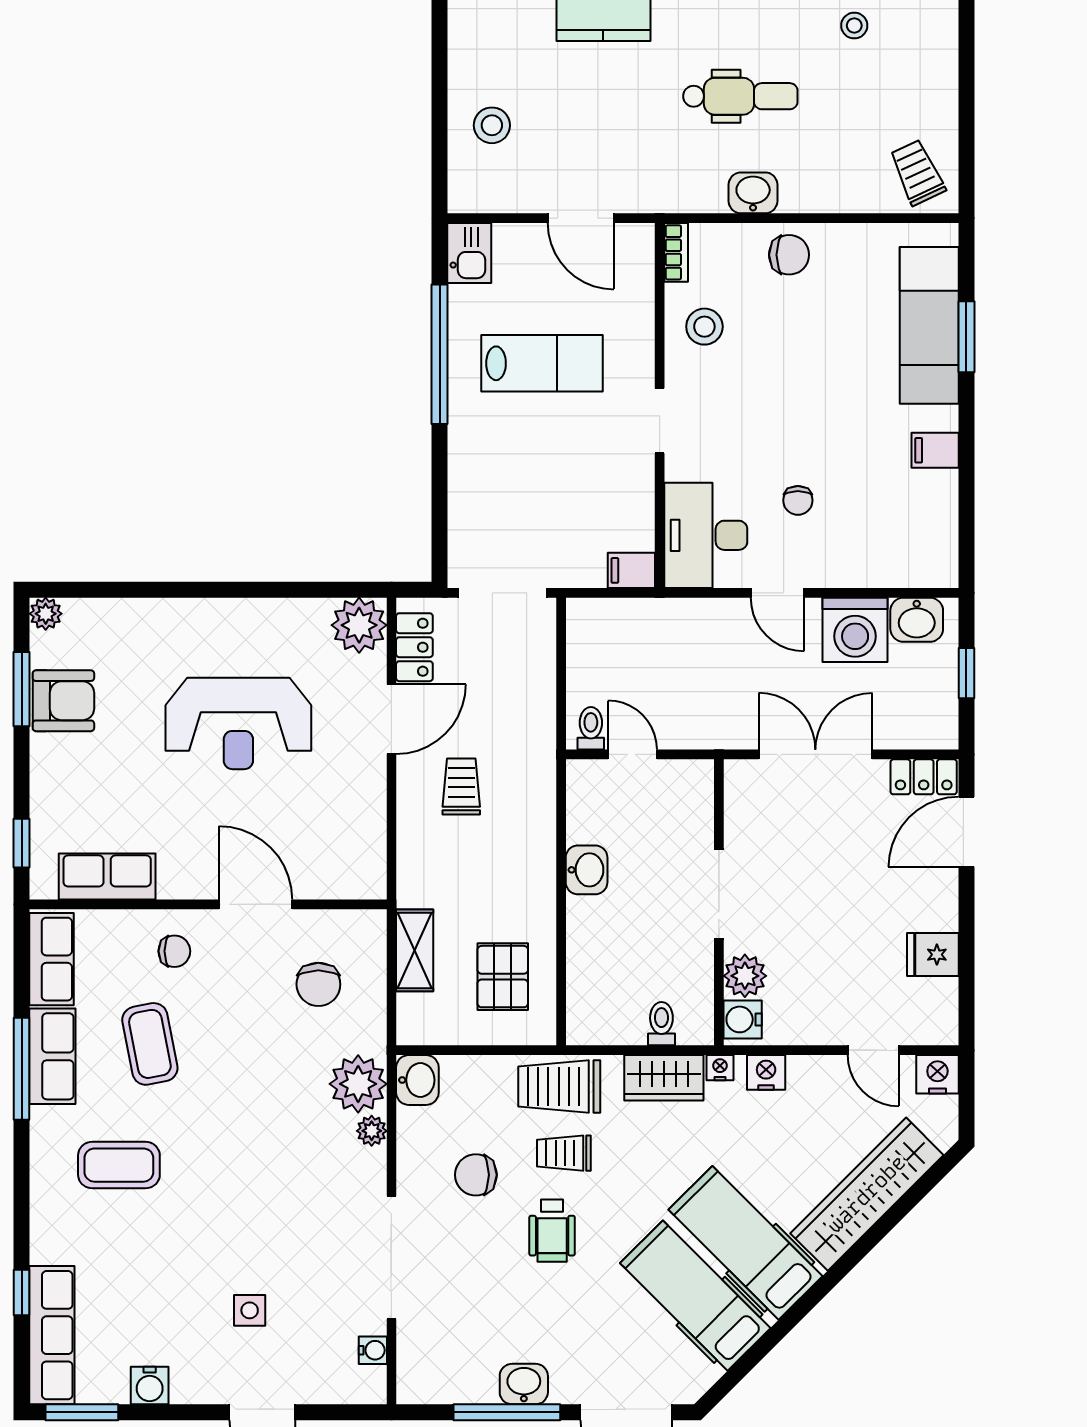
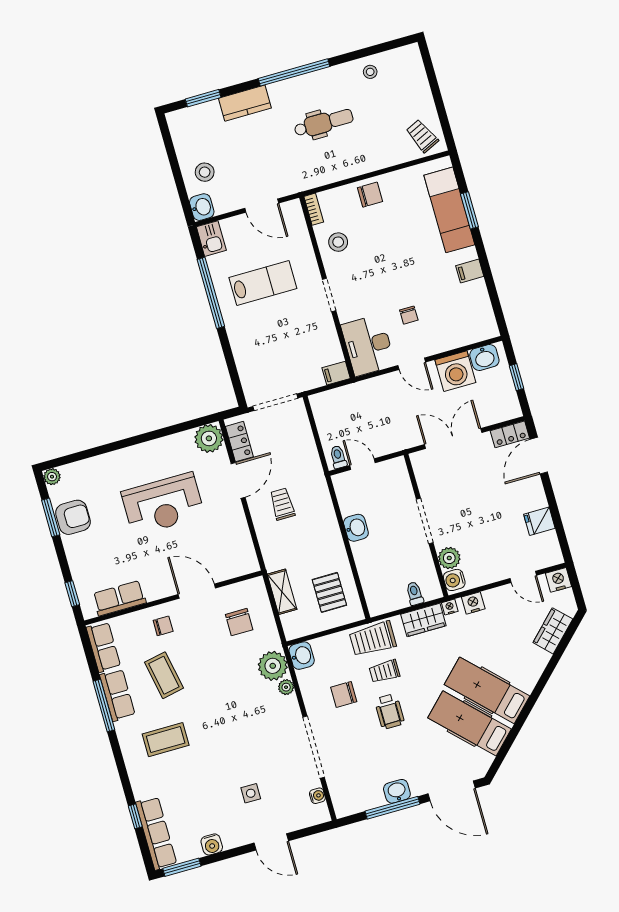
washbasin: (753, 193) -> (202, 207), moved, turned 90
wardrobe: (867, 1194) -> (553, 631), width x0.48, depth x0.85

